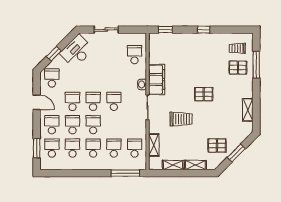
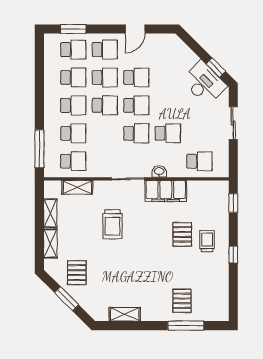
trolley: (237, 48) -> (207, 241), moved
window: (54, 54) -> (216, 68), moved
school desk: (52, 78) -> (168, 133), moved
pallet: (204, 94) -> (182, 234), moved

